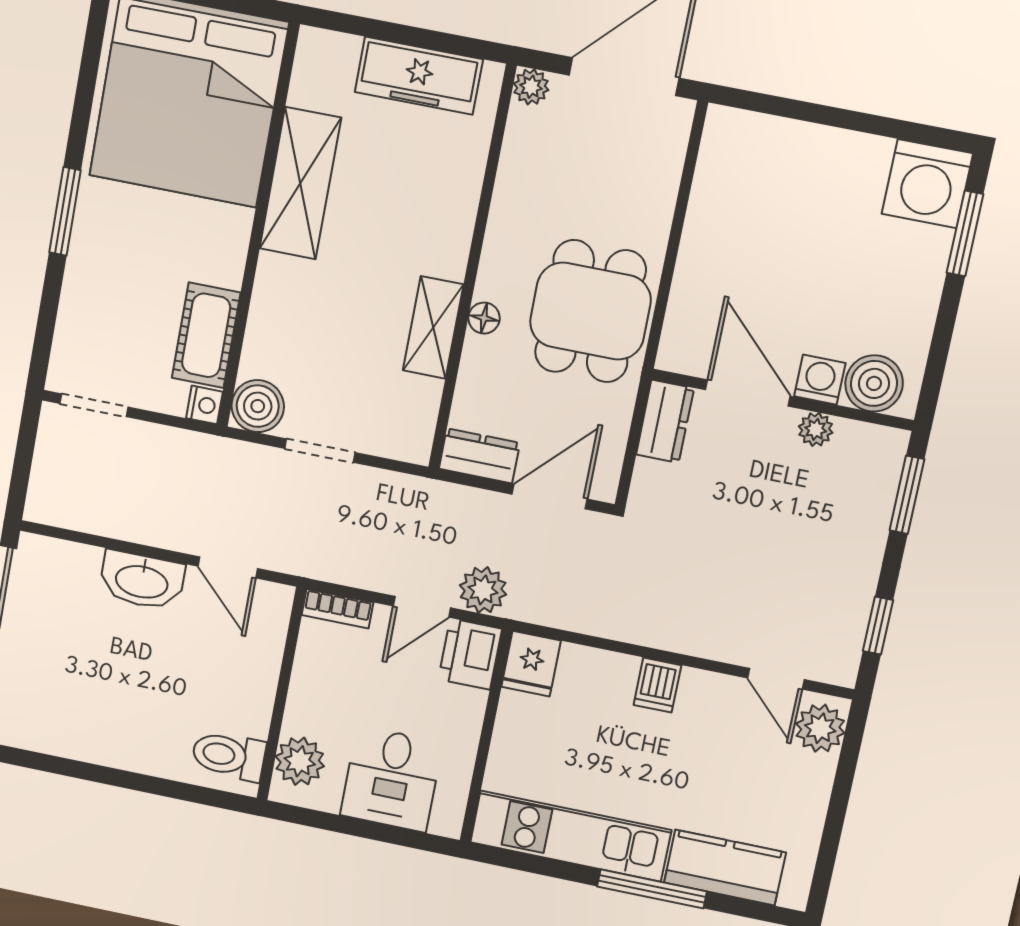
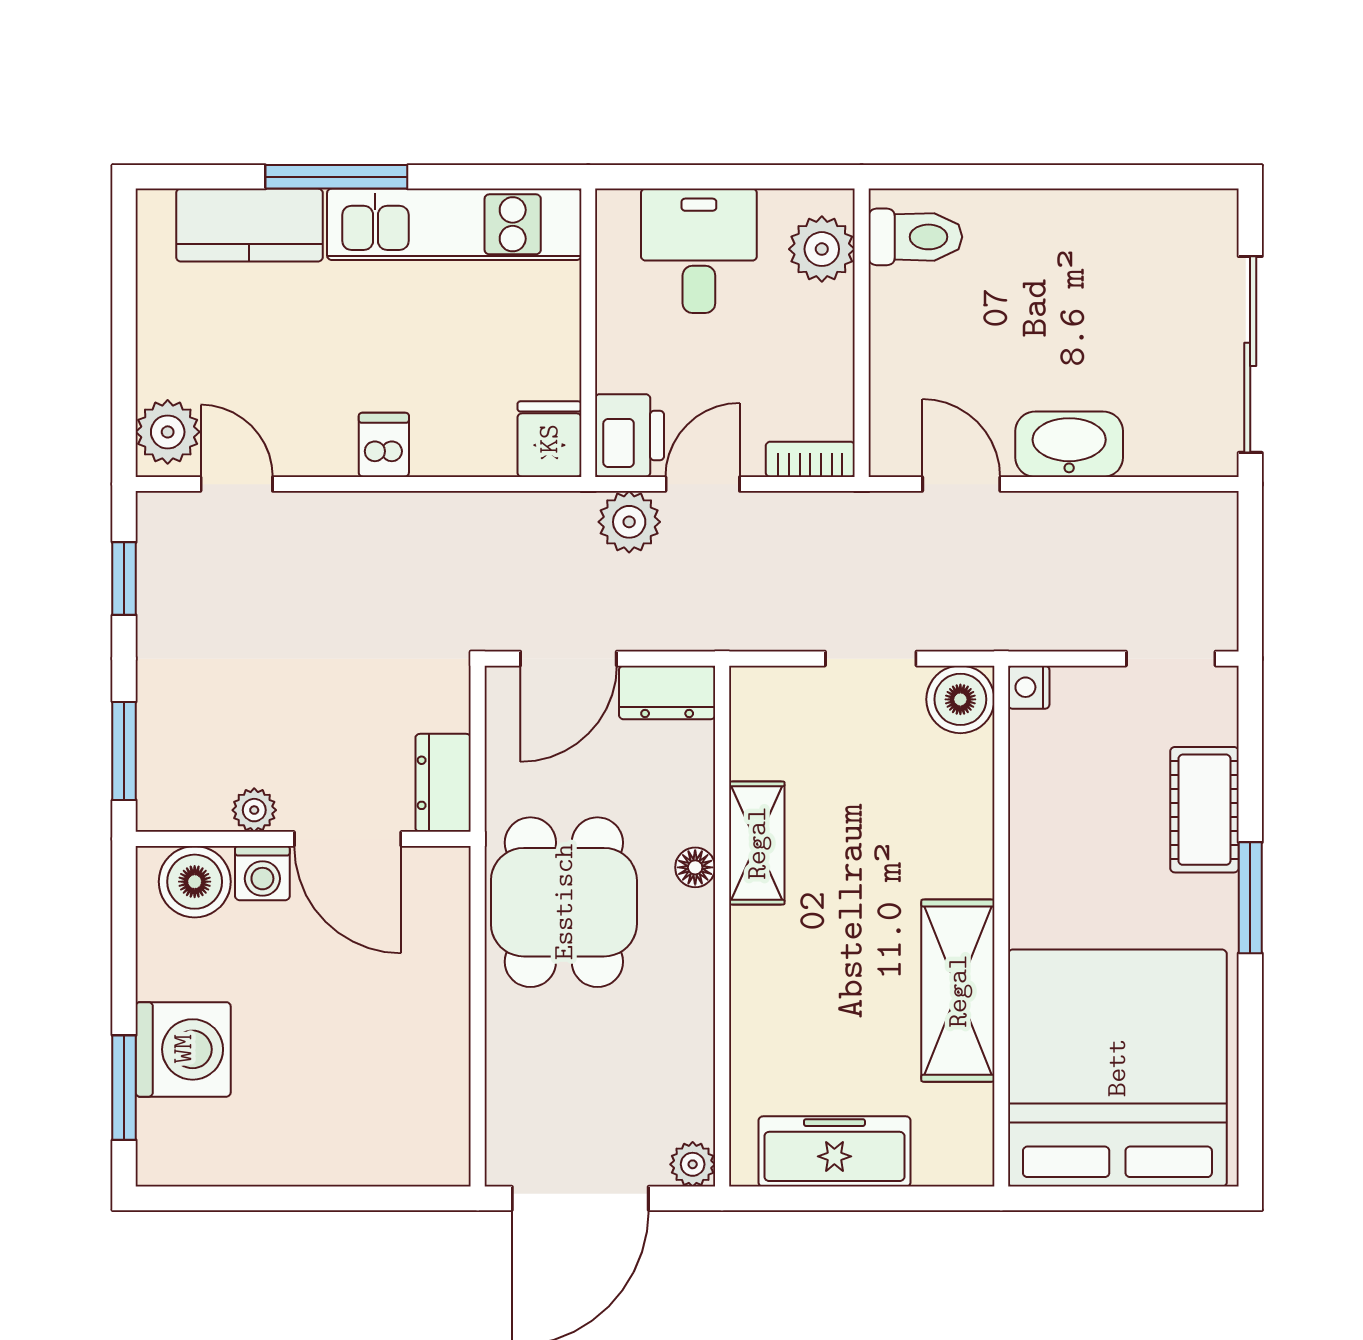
washing machine: (927, 184) -> (183, 1049), moved, turned 90
cot: (206, 335) -> (1204, 810), moved

